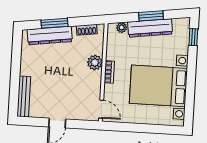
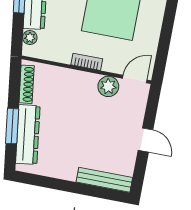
shoe rack: (87, 30) -> (27, 84), width x1.43
plant: (95, 63) -> (108, 86), moved

